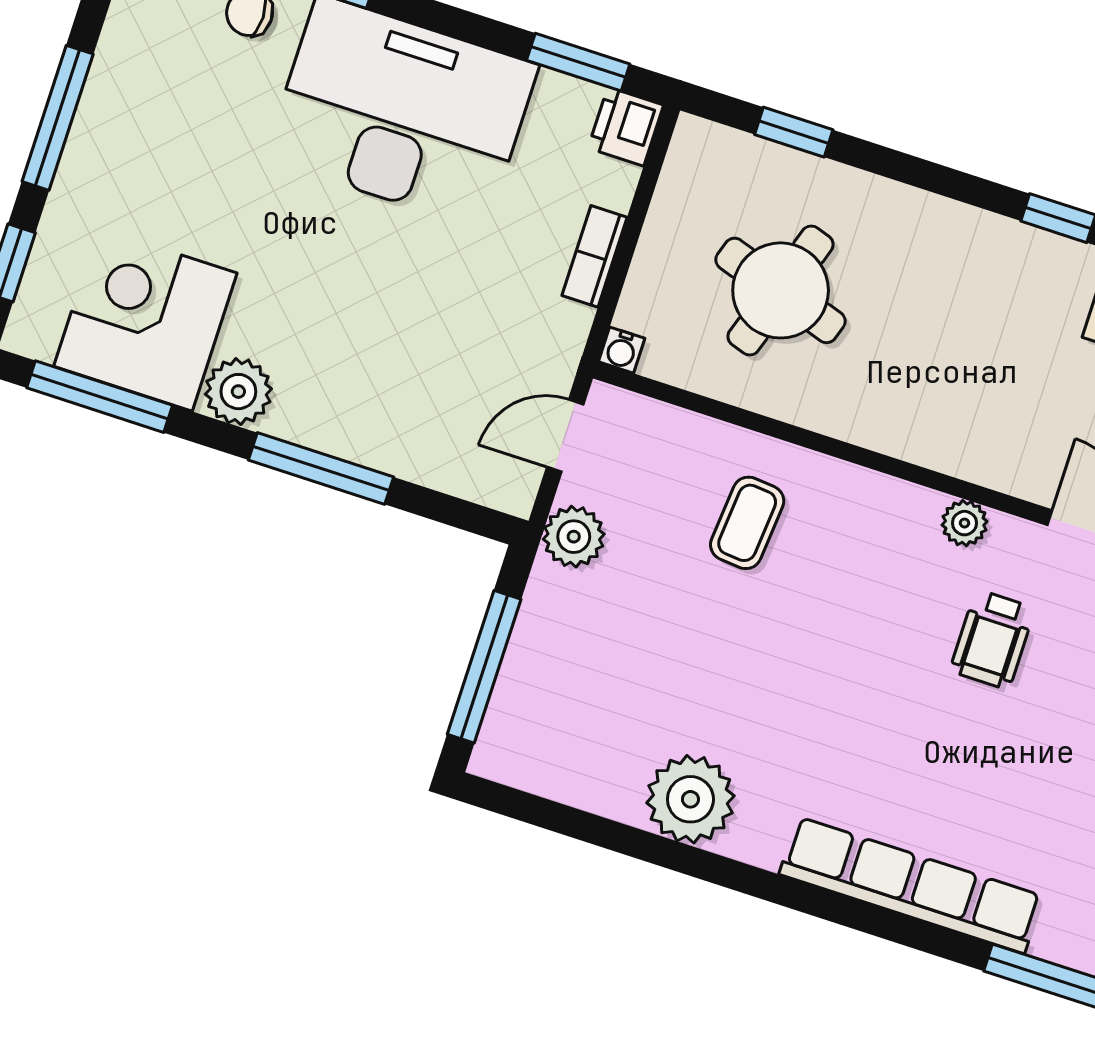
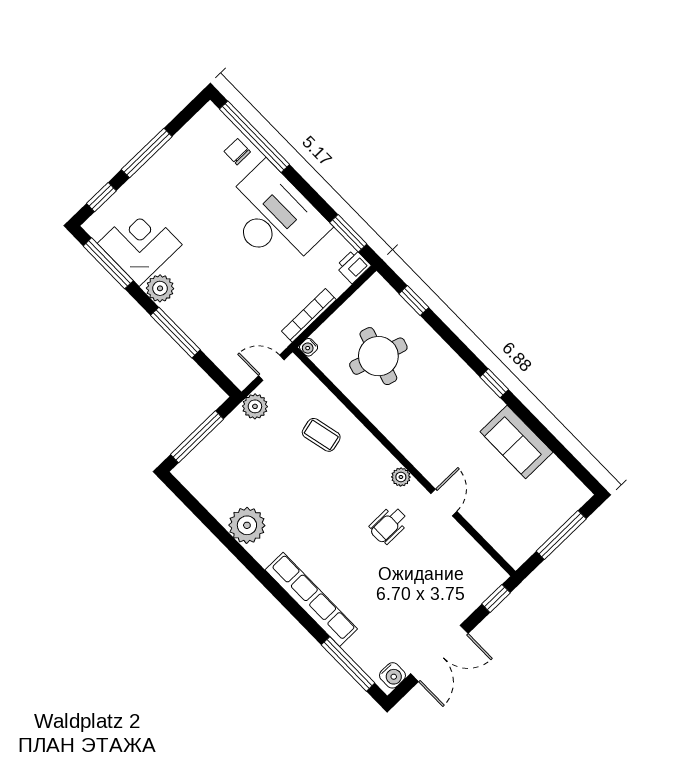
bookcase: (595, 256) -> (309, 315), width x1.56
coffee table: (747, 523) -> (321, 435), turned 72

